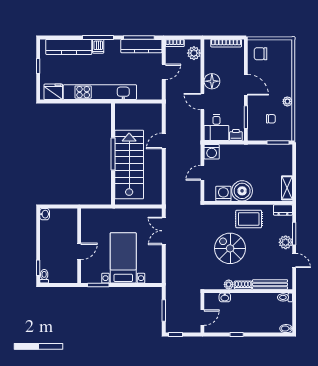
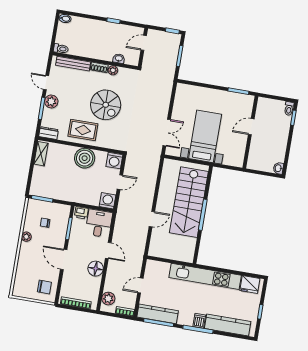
washing machine: (223, 194) -> (114, 161), moved
bed with nightstands: (123, 258) -> (205, 136), moved, turned 180

